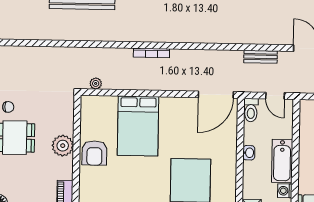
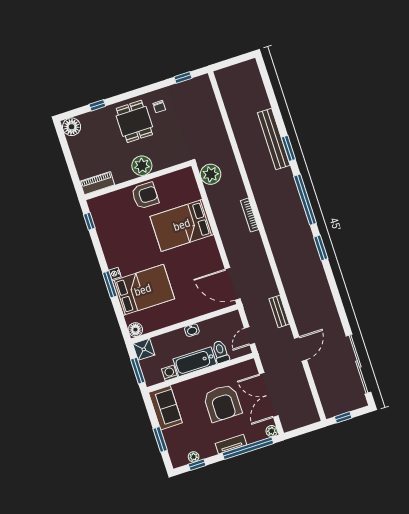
plant: (96, 83) -> (211, 174), width x1.88, depth x1.88
toilet: (251, 110) -> (221, 352), moved, turned 90
armchair: (94, 153) -> (145, 196), turned 180

